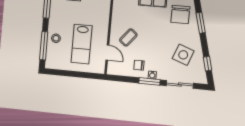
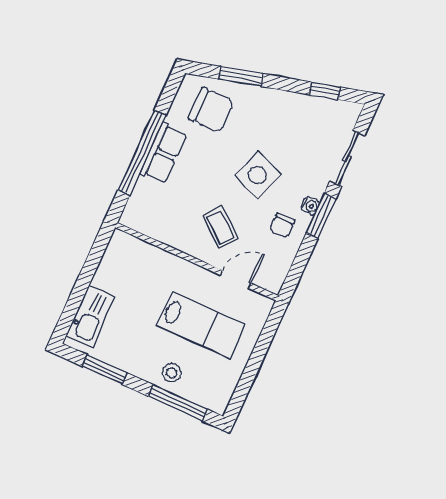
side table: (183, 55) -> (258, 175), moved

